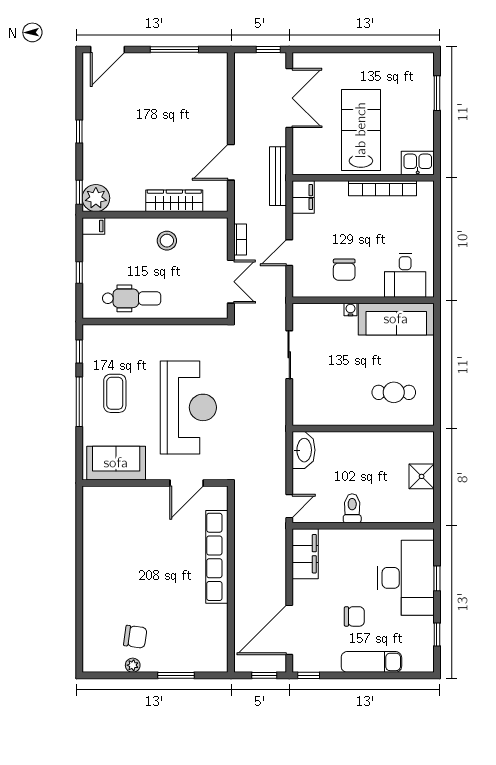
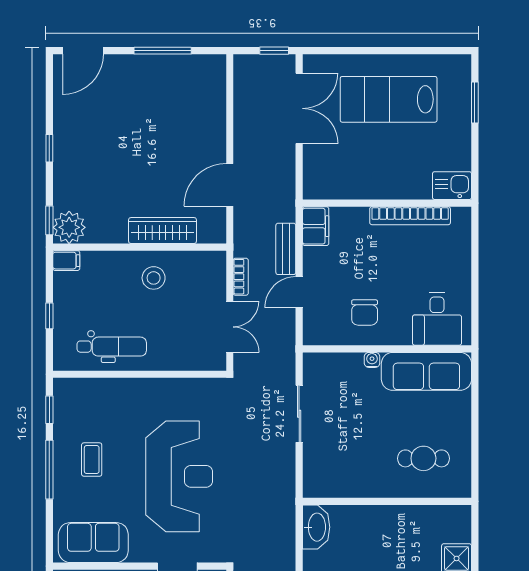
lab bench: (361, 130) -> (389, 99), moved, turned -90
bench: (278, 176) -> (286, 249), moved, width x0.73
coffee table: (115, 393) -> (92, 460), width x0.73, depth x0.77

